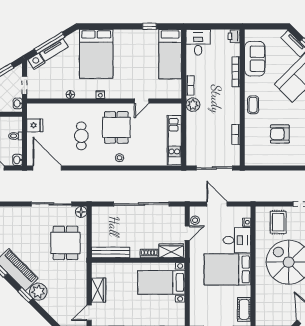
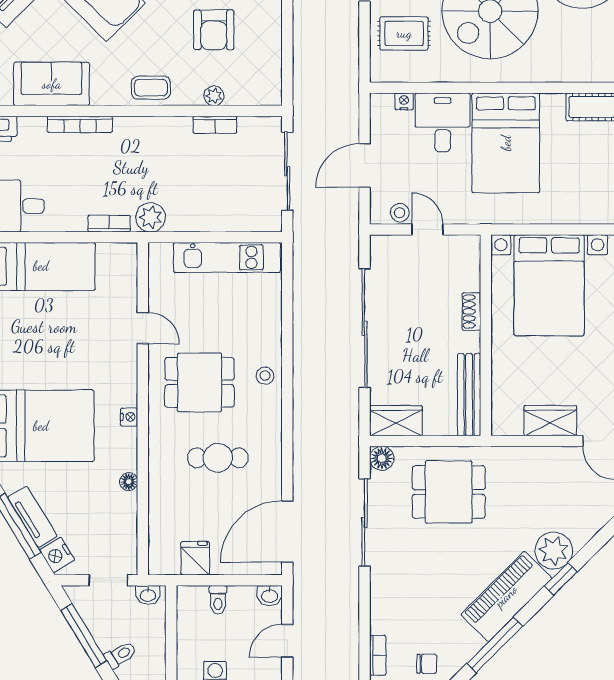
plant: (249, 134) -> (214, 96), added
wardrobe: (171, 251) -> (396, 421), moved, turned 90
bed with nightstands: (161, 282) -> (549, 285), width x1.36

